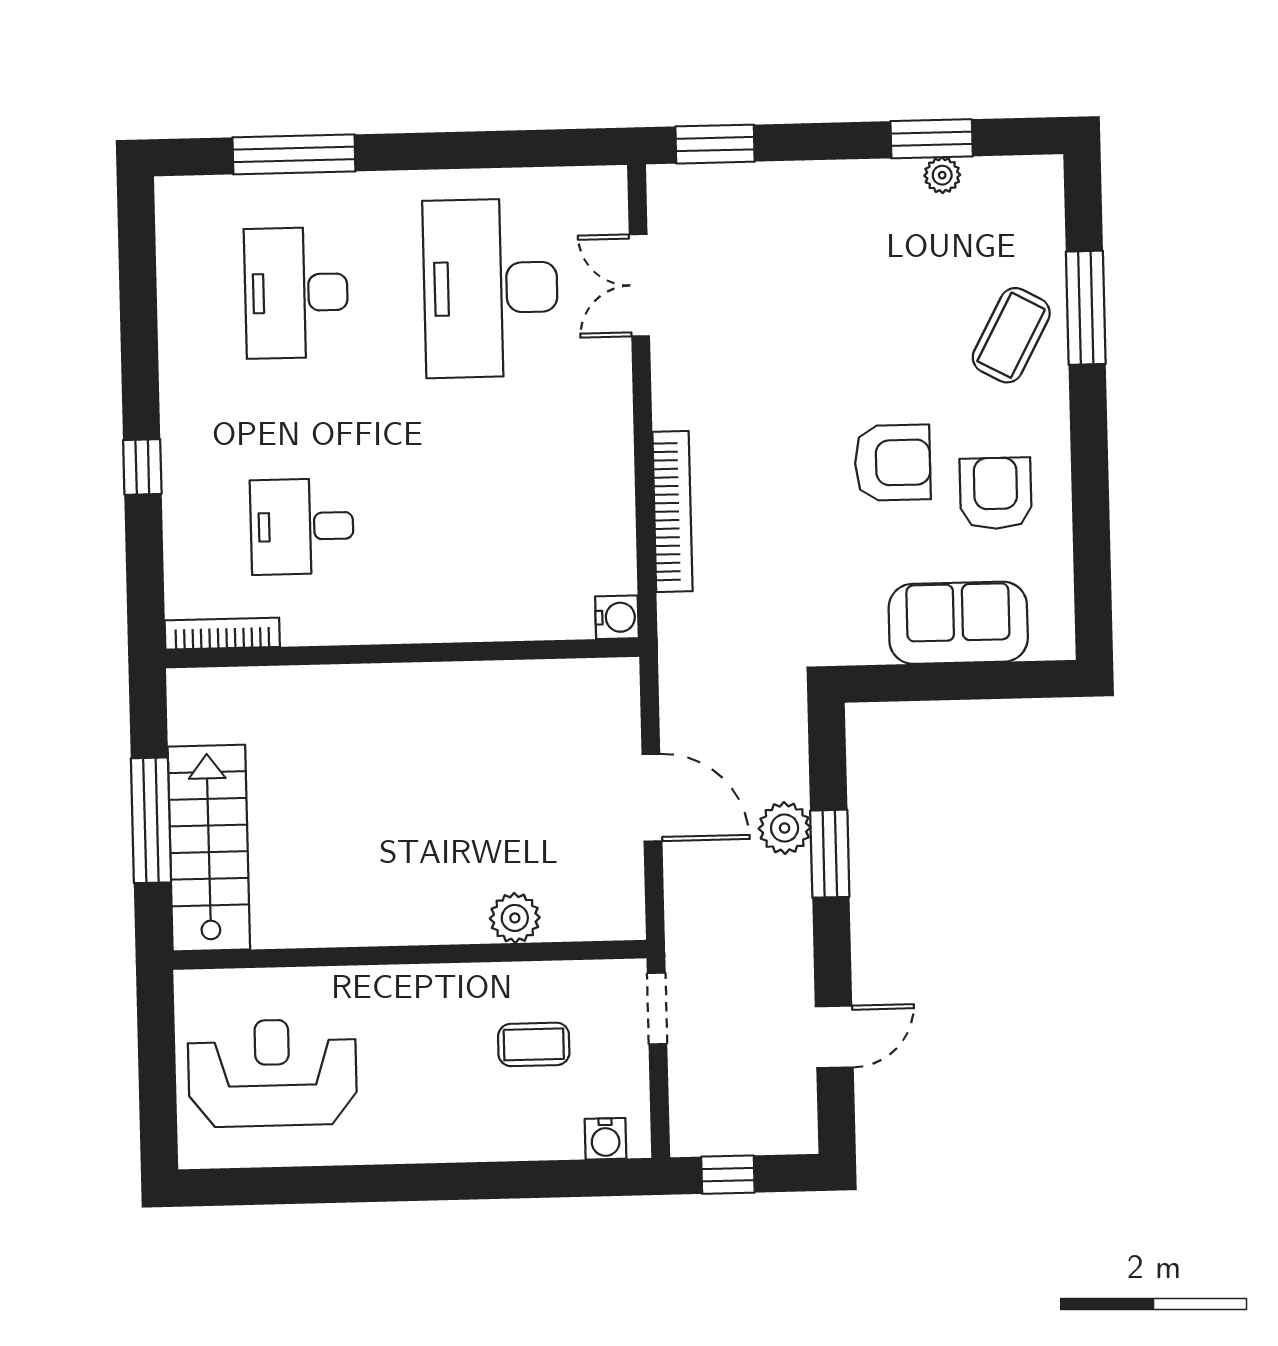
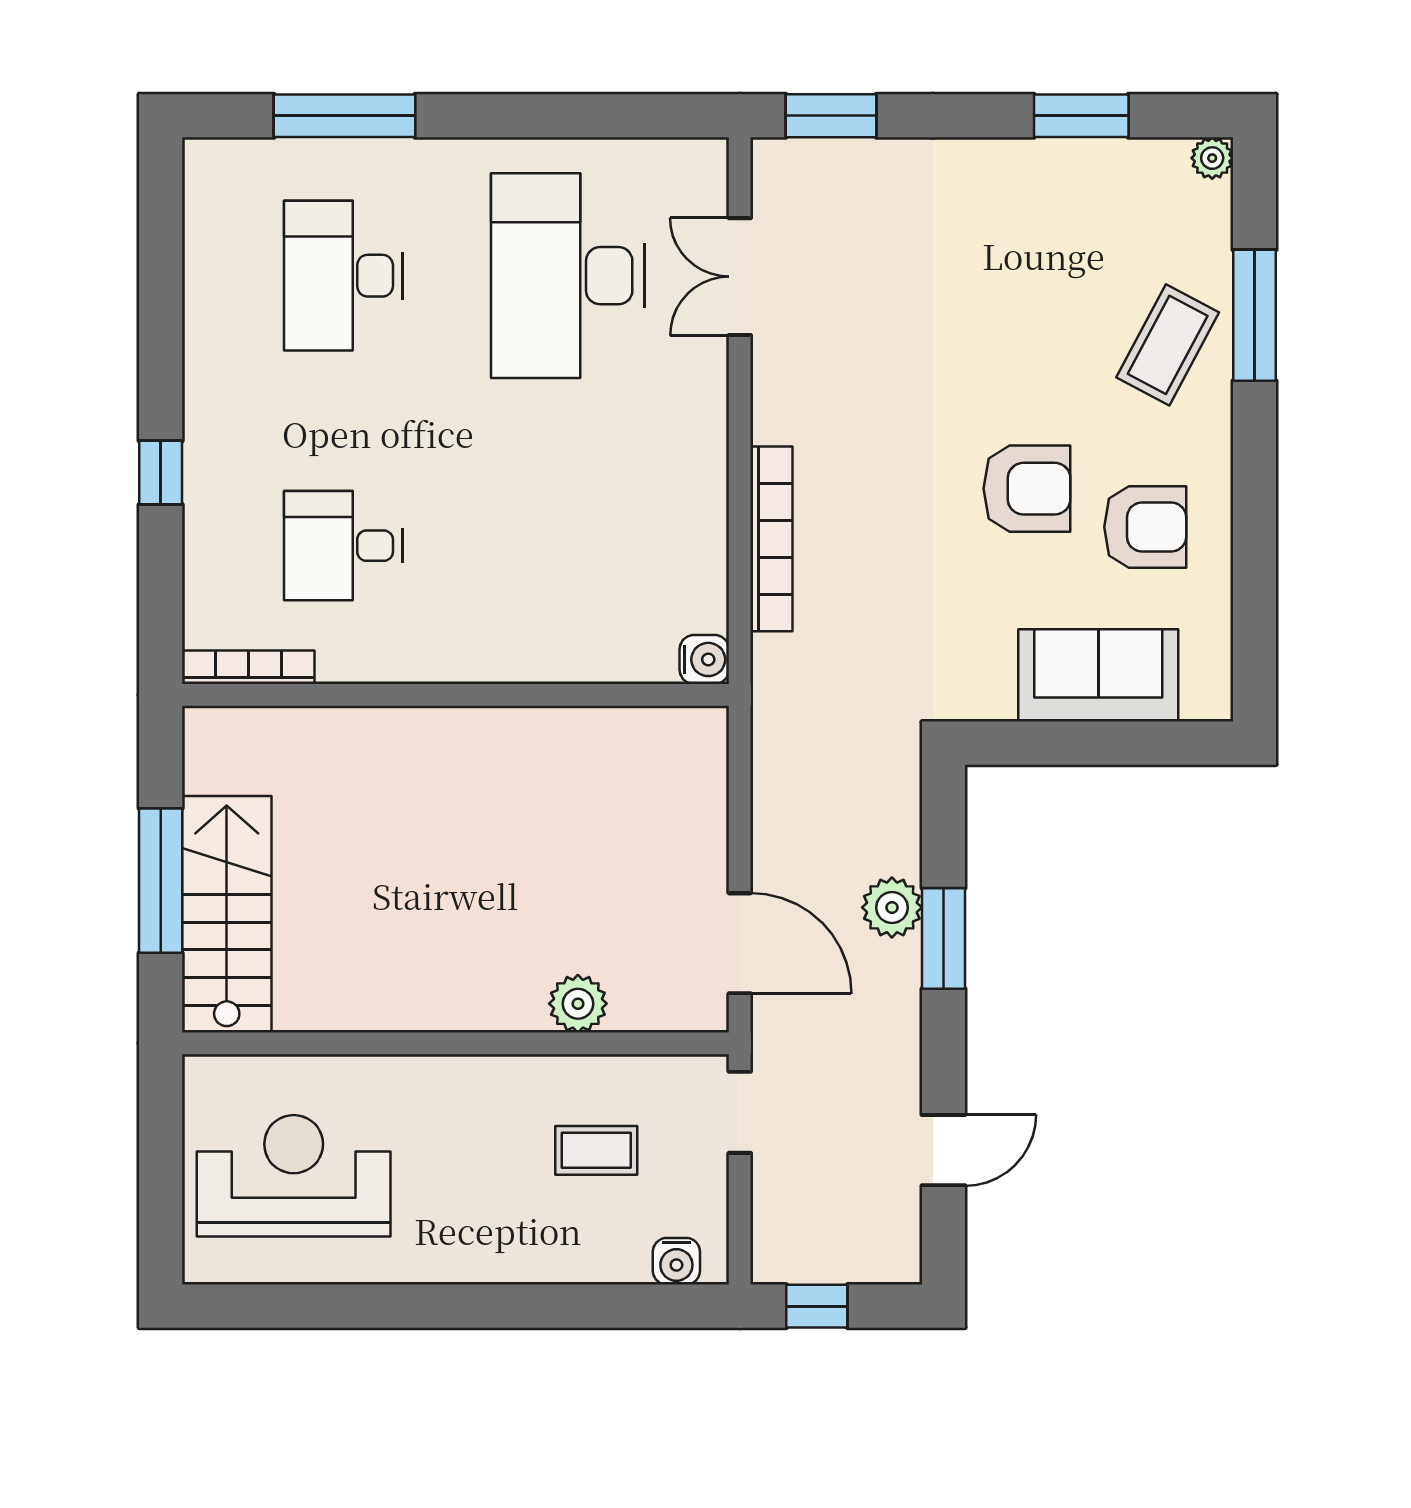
plant: (942, 175) -> (1212, 158), moved
armchair: (996, 493) -> (1145, 527), turned 90
door: (652, 798) -> (740, 943), moved

